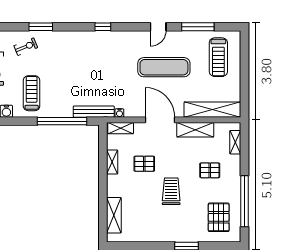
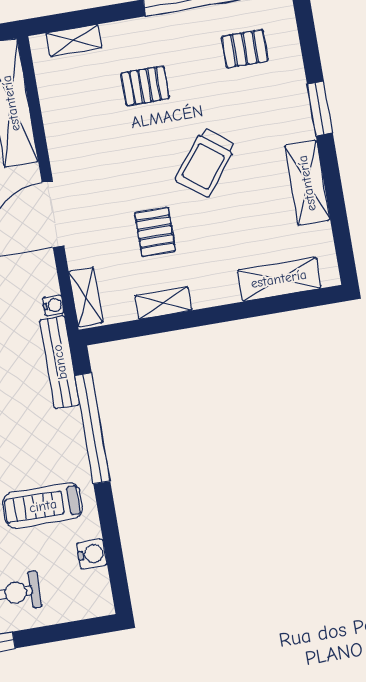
shelving: (195, 130) -> (307, 183), moved
pallet: (210, 170) -> (145, 86), turned 90
trolley: (171, 191) -> (205, 163), turned -52
pallet: (219, 217) -> (245, 49), width x0.67, depth x0.71

